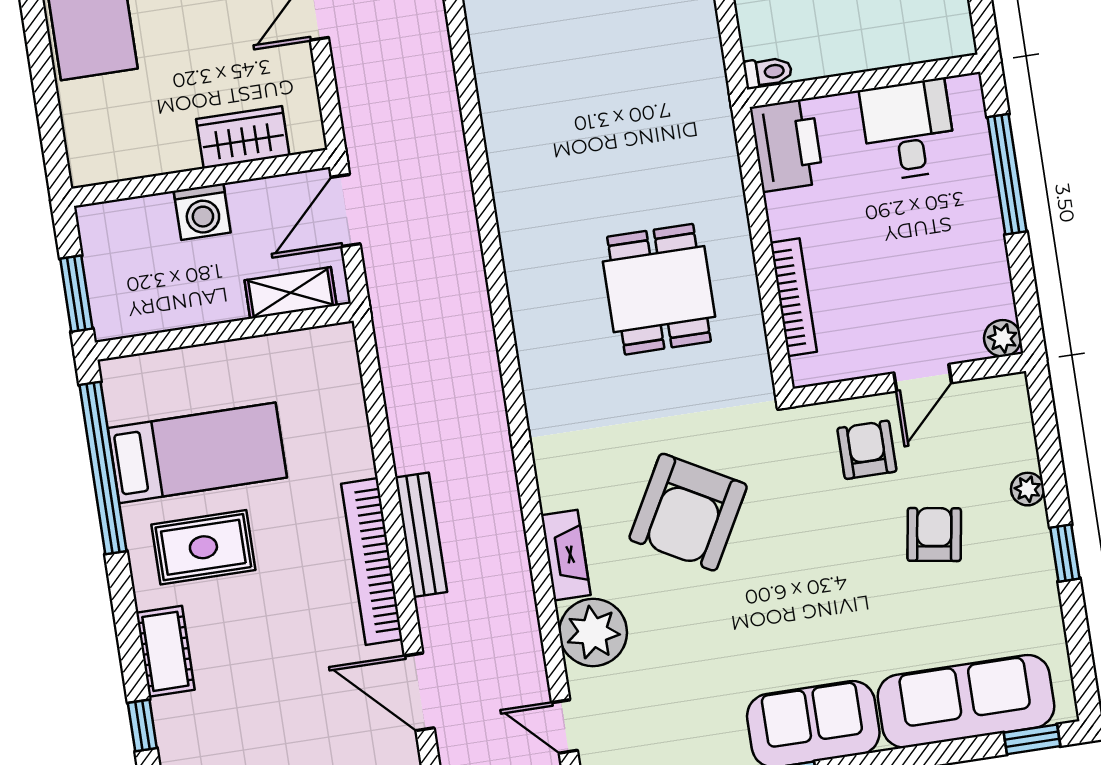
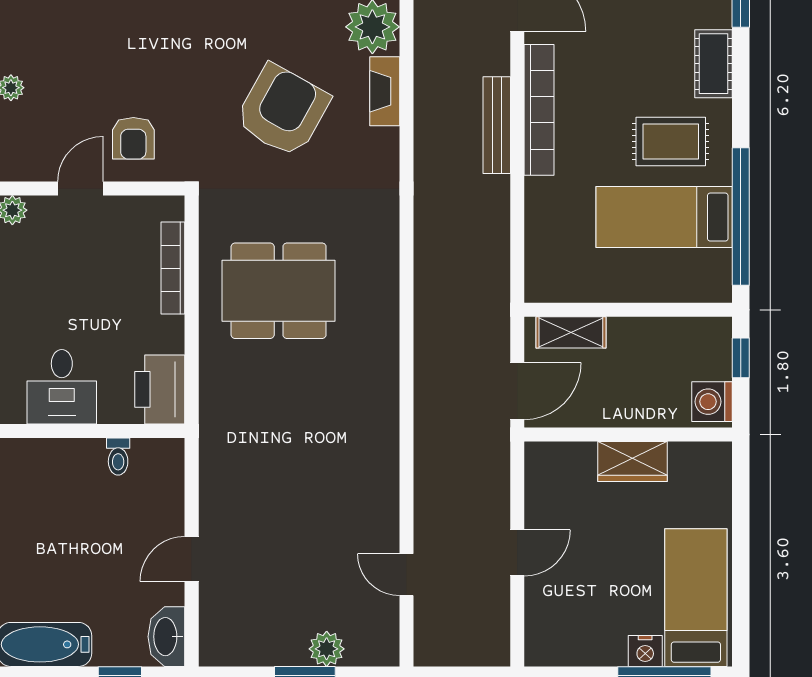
toilet: (768, 72) -> (118, 457), moved, turned -90
wardrobe: (243, 137) -> (633, 462), moved
washing machine: (202, 212) -> (712, 402), moved, turned -90
dining table: (659, 289) -> (279, 291), width x1.37
window: (76, 294) -> (741, 358), width x0.67
armchair: (934, 535) -> (90, 63), removed

